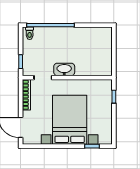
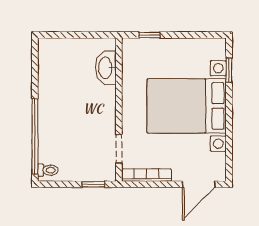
washbasin: (64, 69) -> (106, 68), moved

